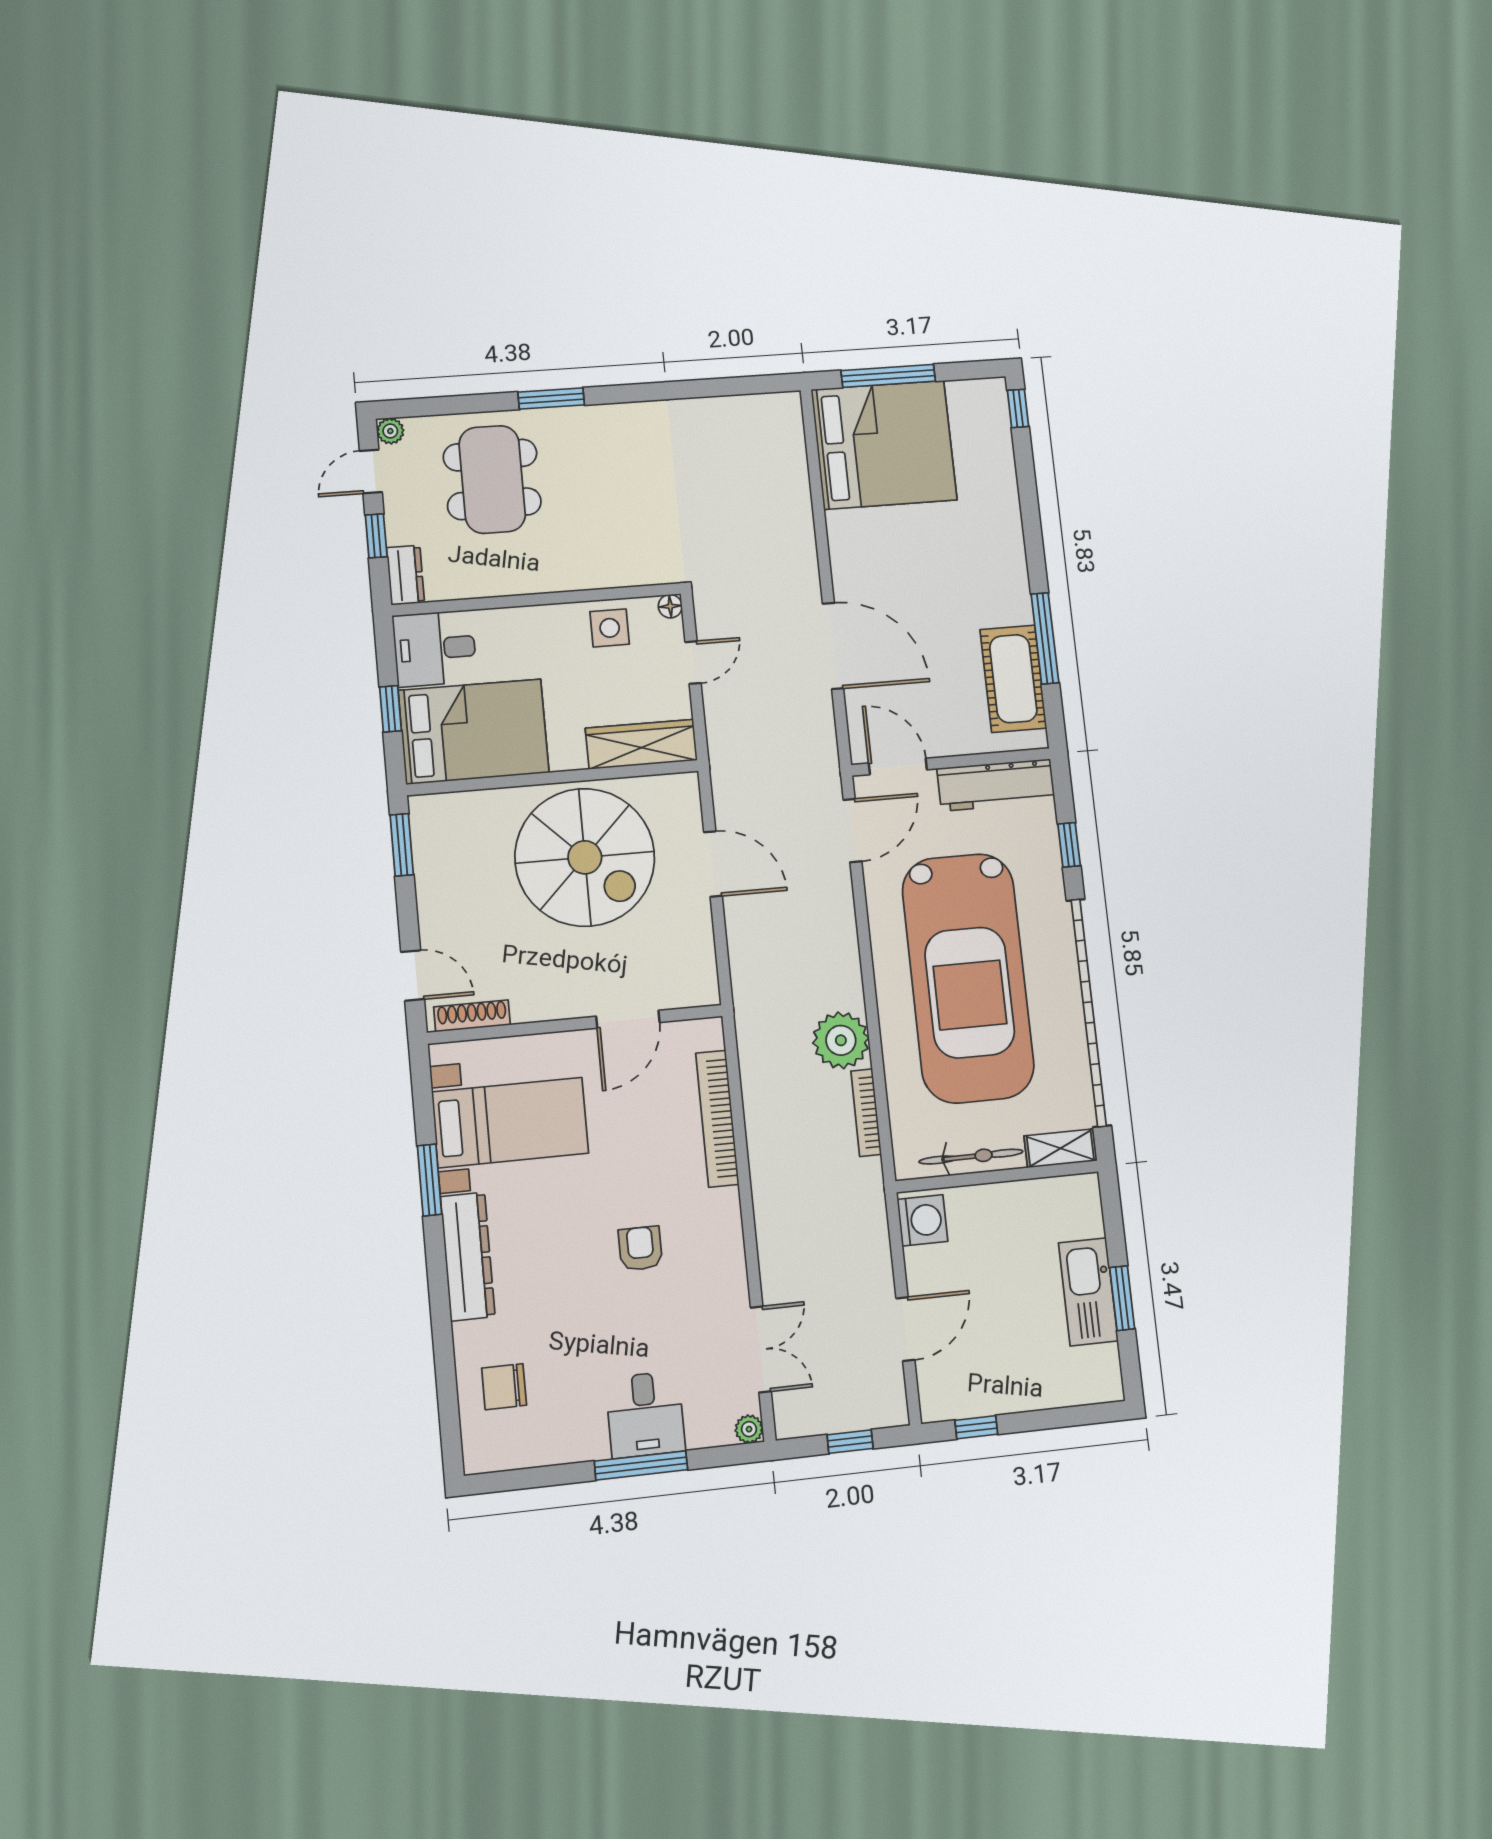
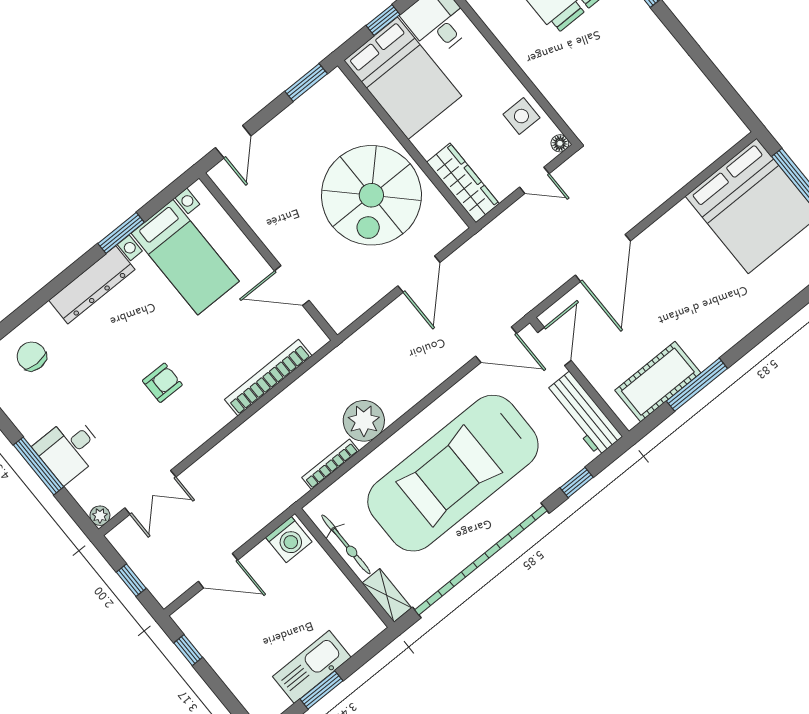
shoe rack: (472, 1016) -> (233, 193), removed

